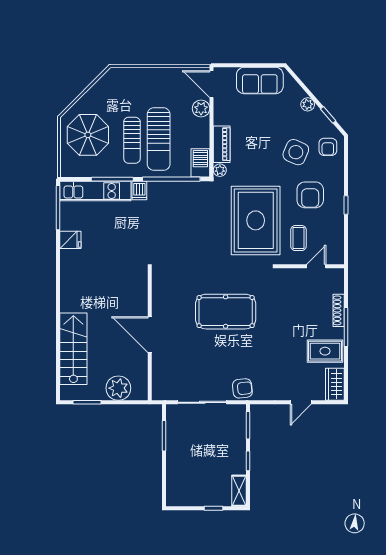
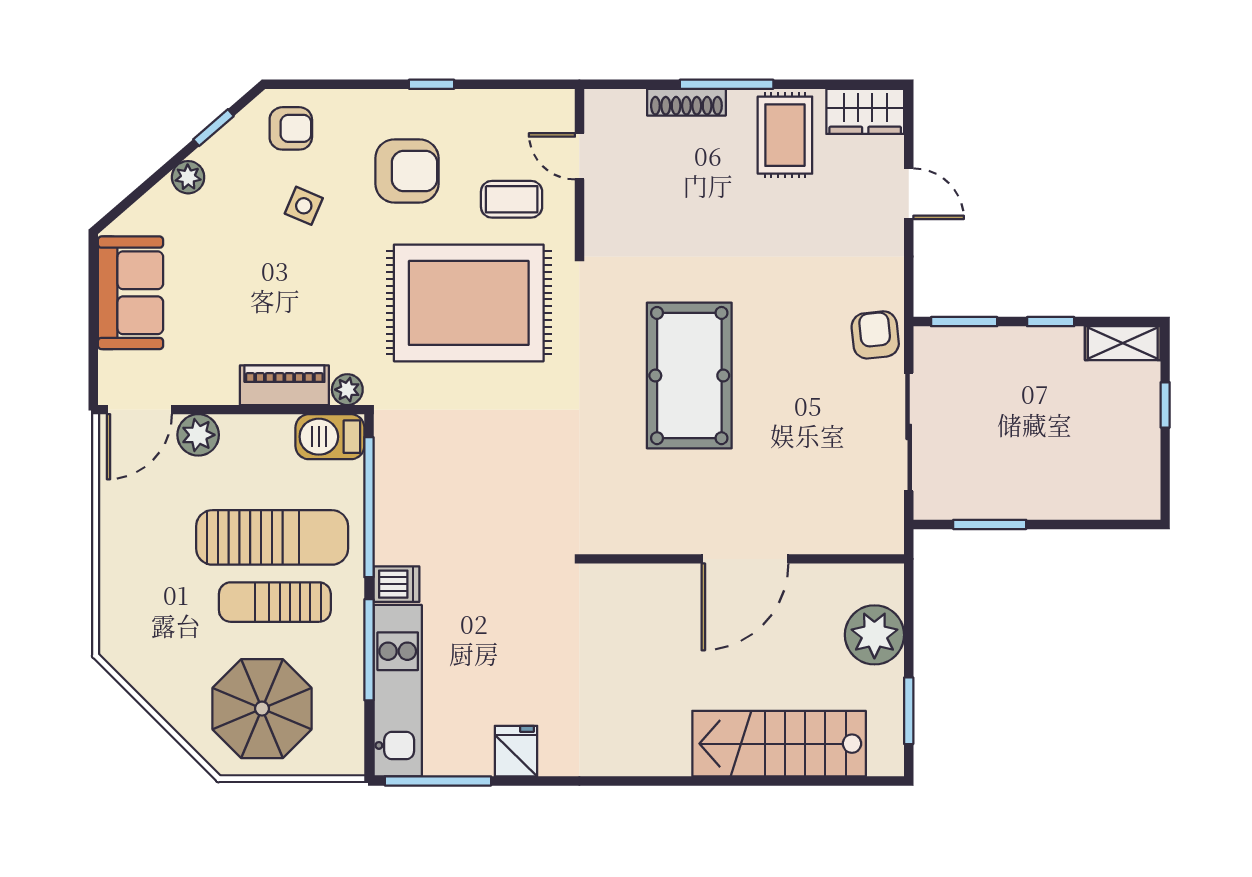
sun lounger: (132, 140) -> (275, 602), turned 180
side table: (296, 152) -> (304, 206), width x0.54, depth x0.54

